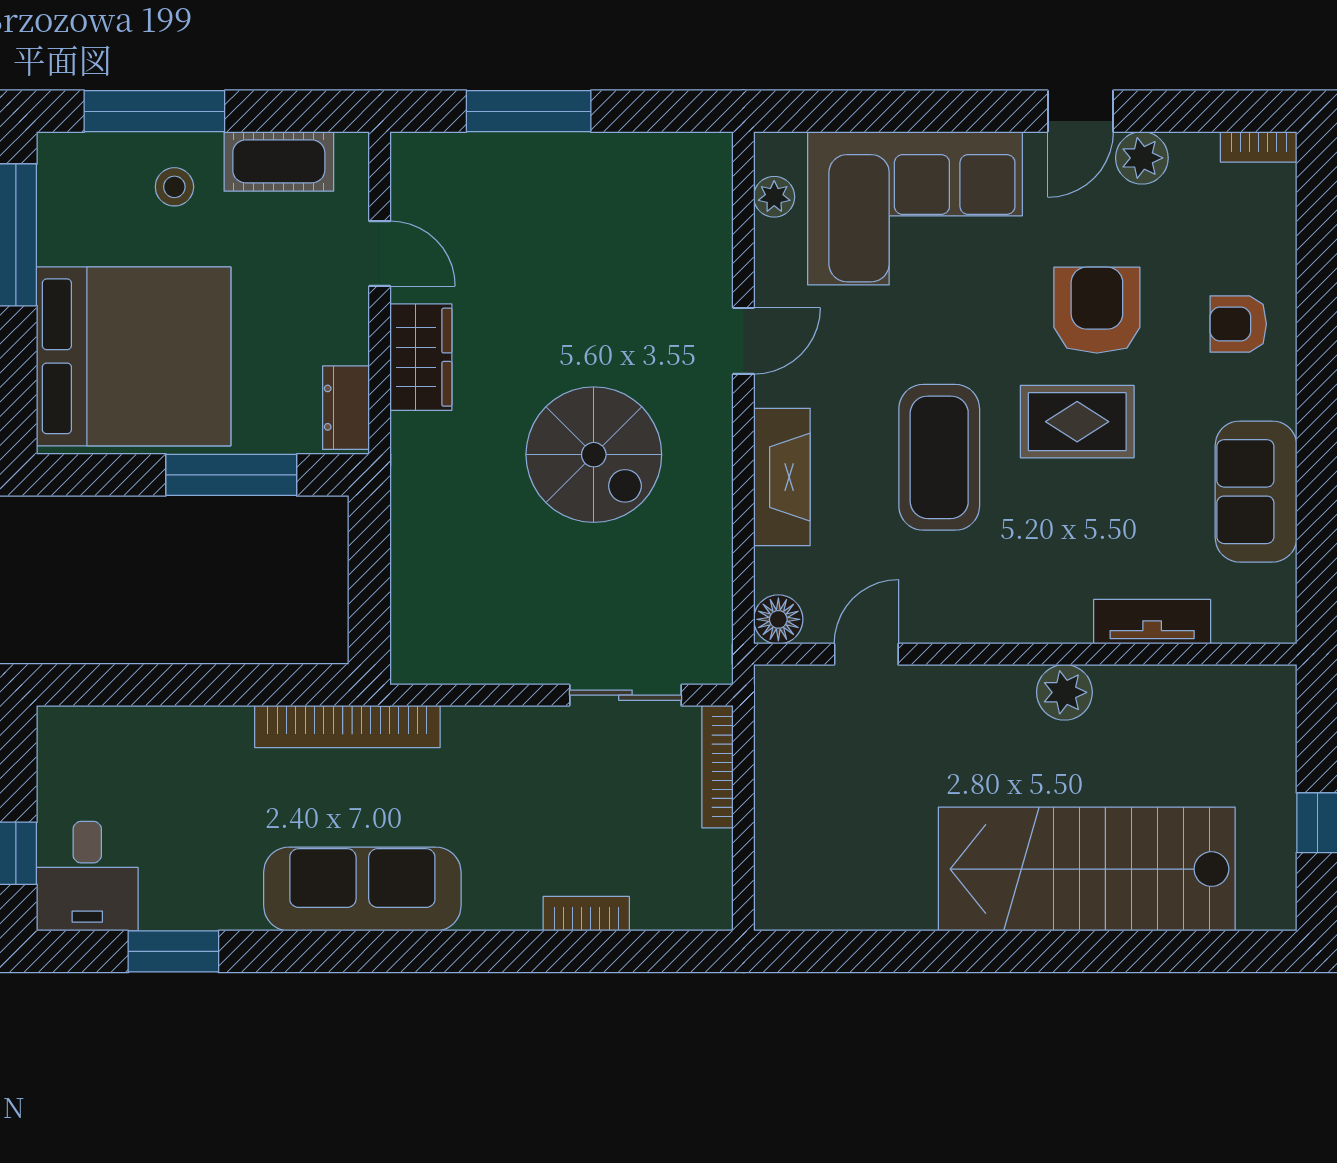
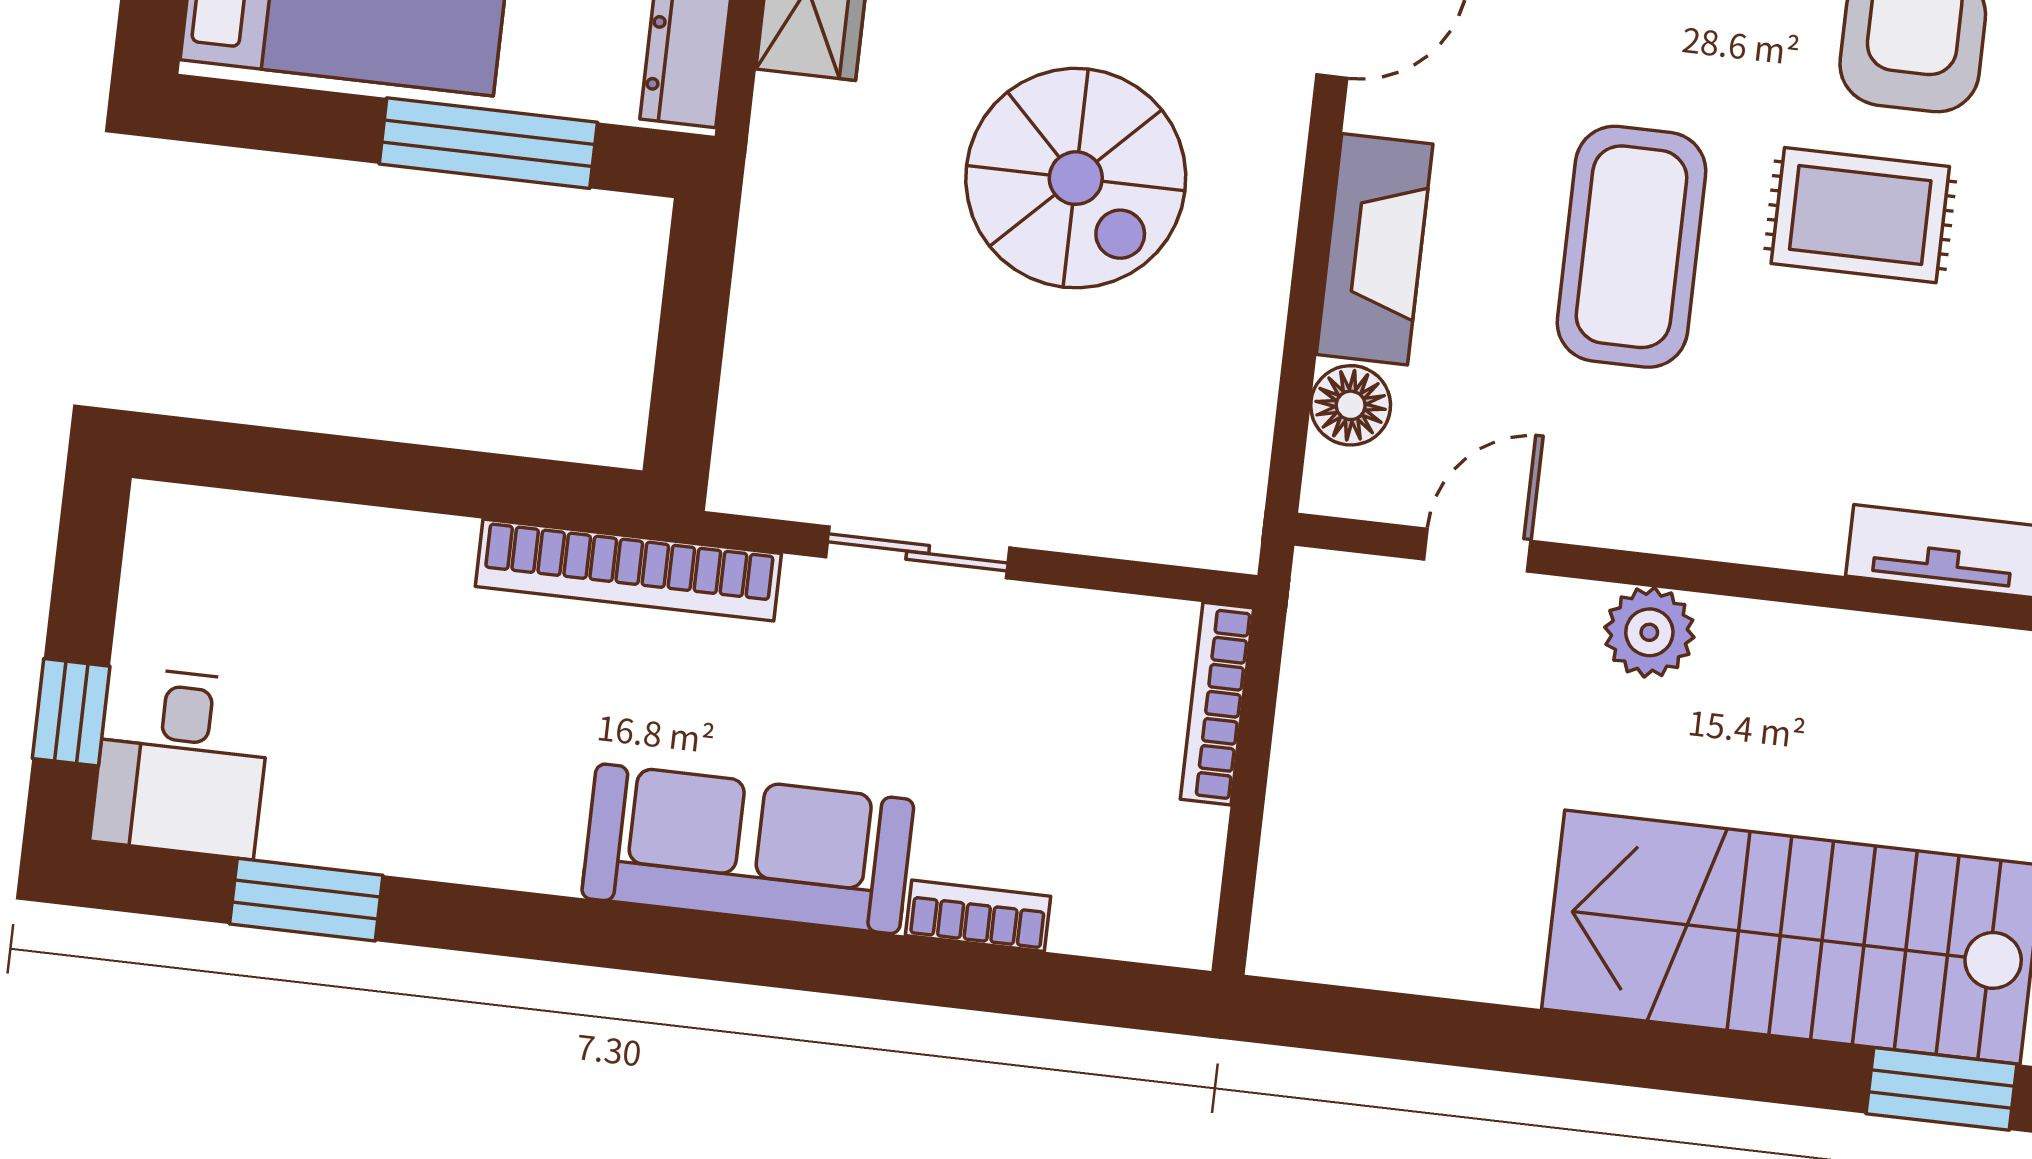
floor lamp: (778, 619) -> (1351, 405), moved
plant: (1064, 692) -> (1649, 632), moved
sliding door: (625, 695) -> (918, 552), moved
sofa: (362, 889) -> (748, 849), moved
window: (1189, 951) -> (1941, 1089), added

